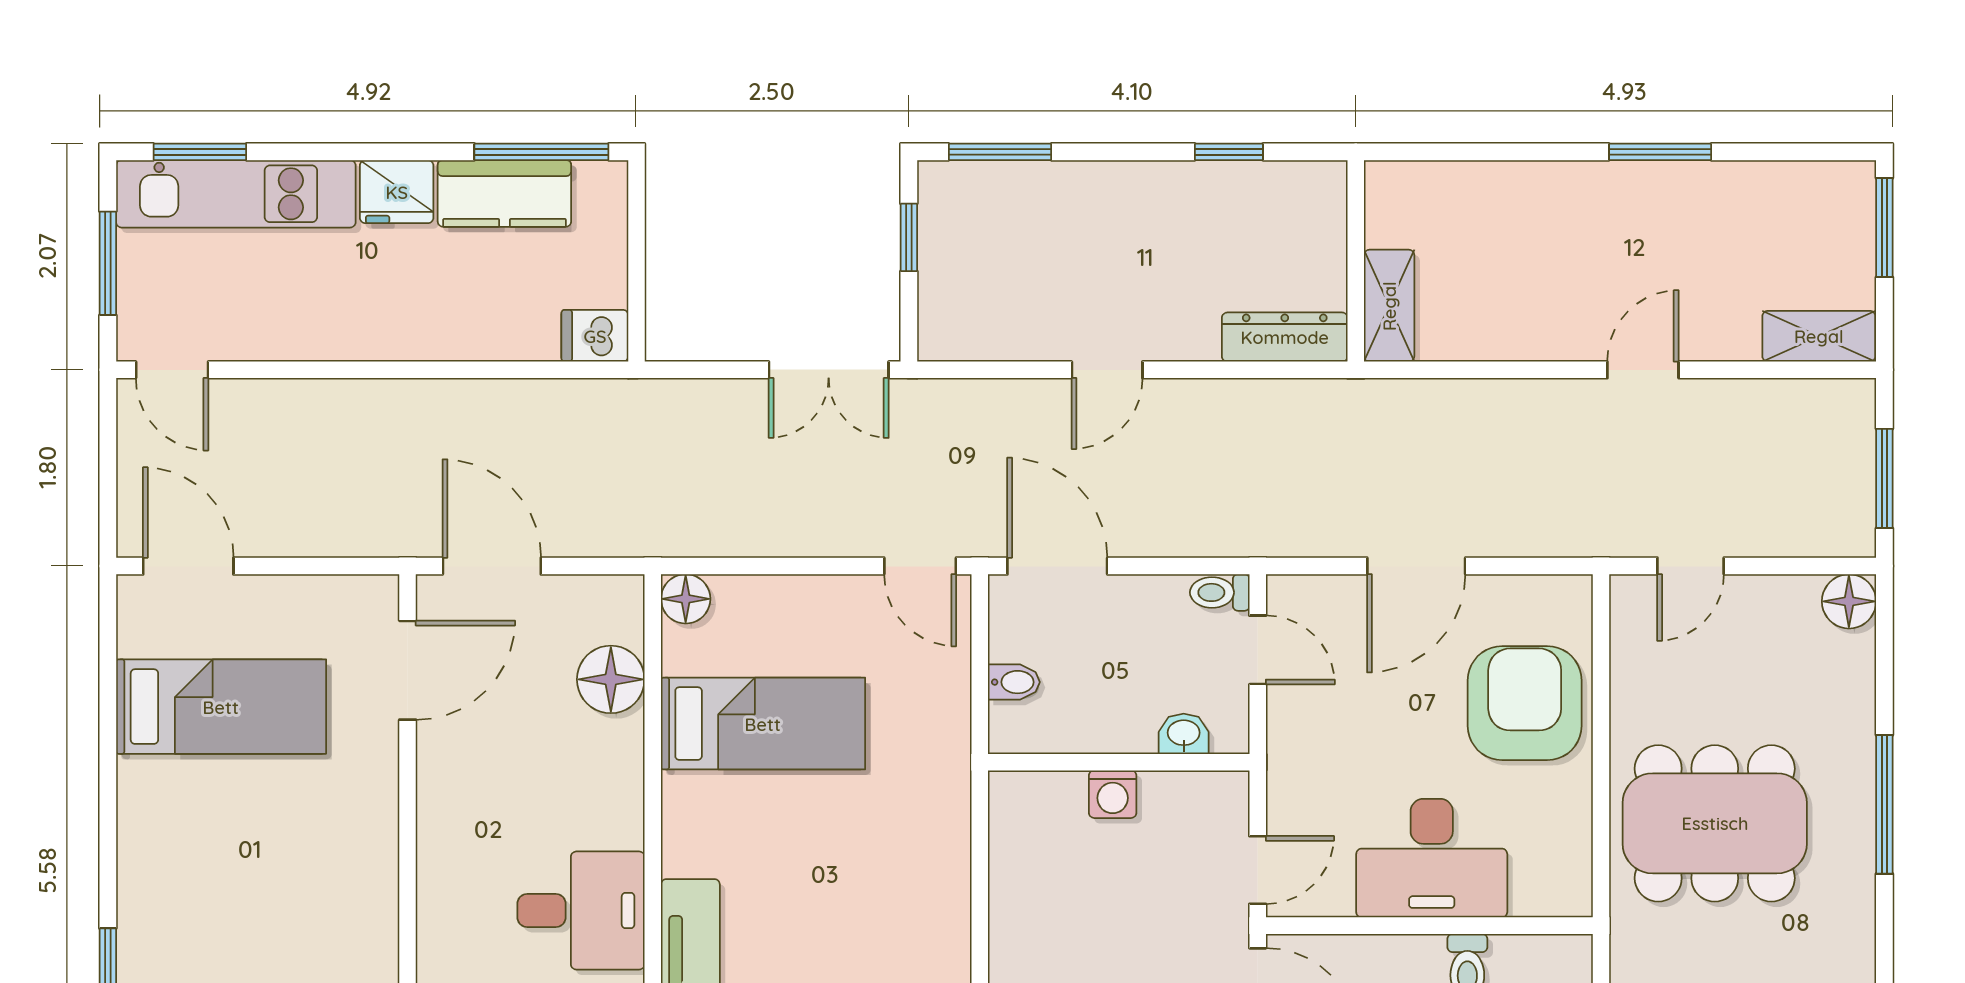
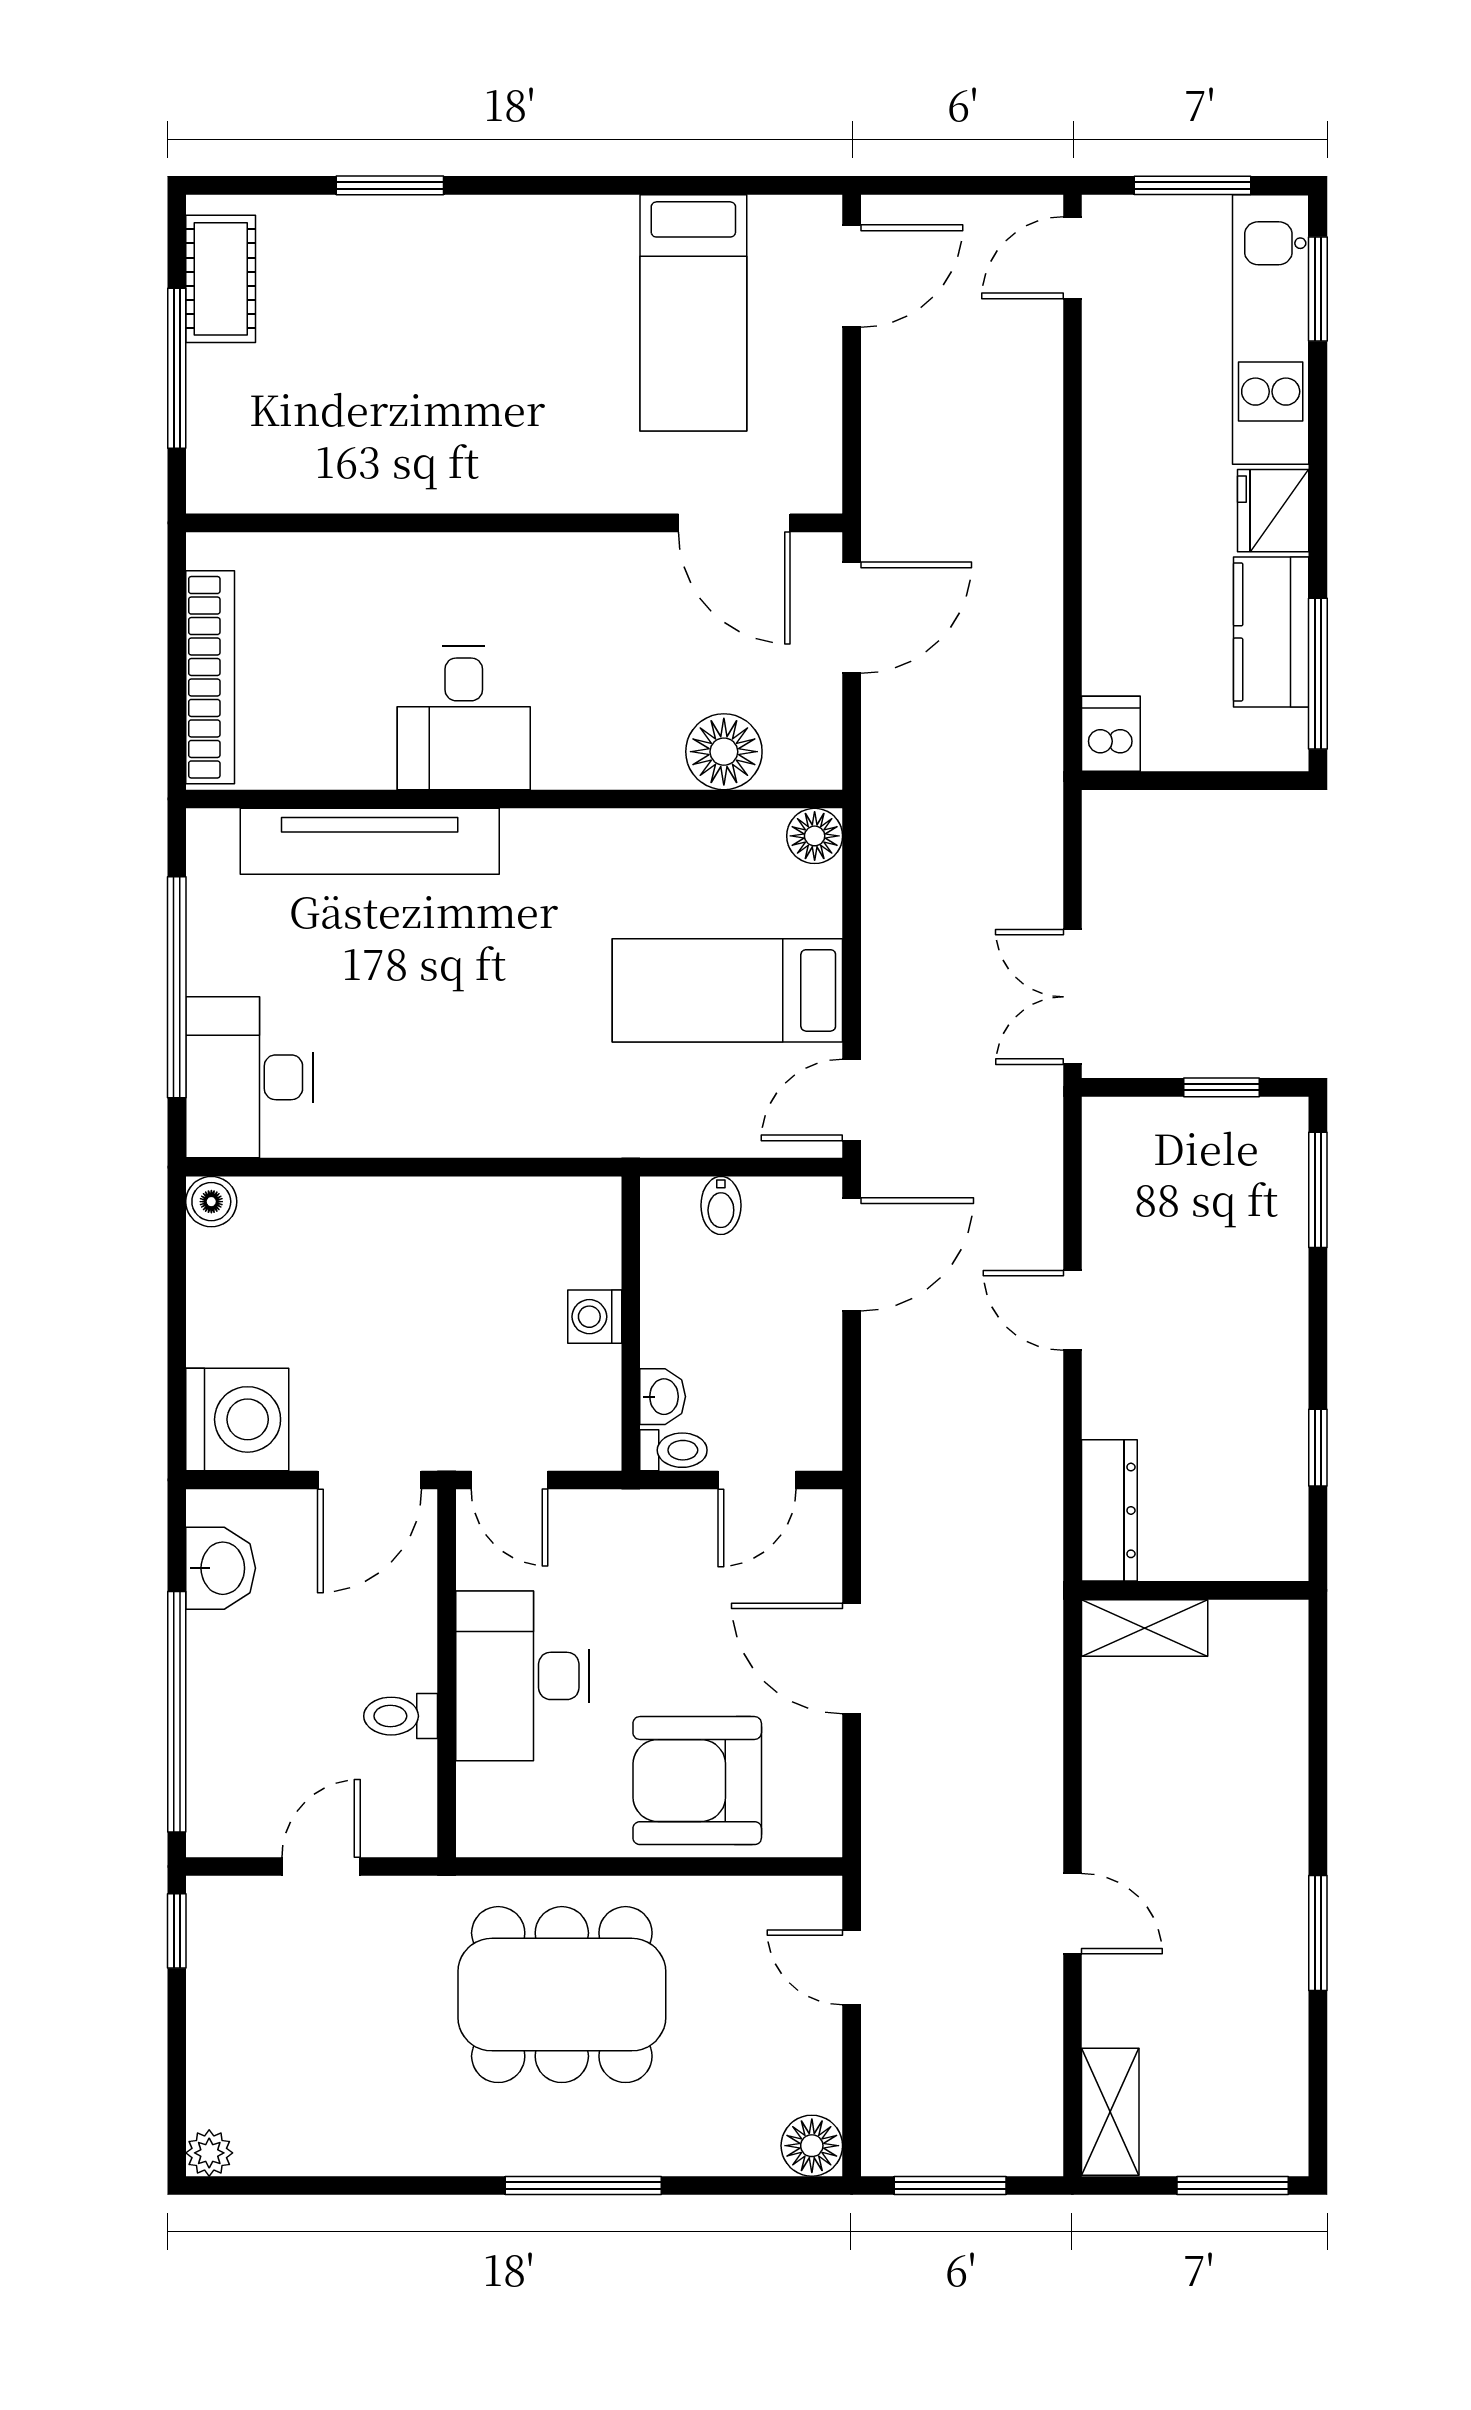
toilet: (1220, 592) -> (673, 1450), moved, turned 90
armchair: (1525, 703) -> (697, 1781), turned 180
bed: (763, 724) -> (727, 990), moved, turned 90
dining table: (1715, 823) -> (562, 1995), turned 90

